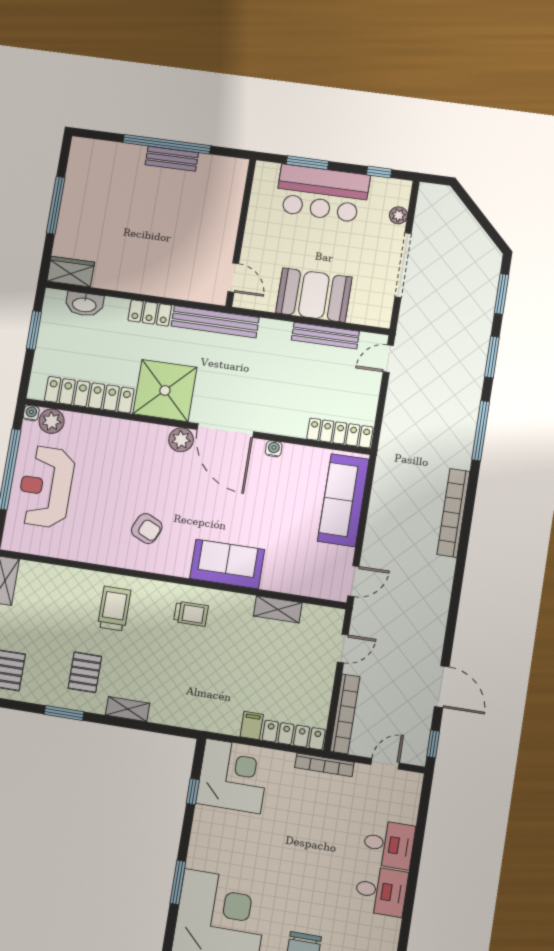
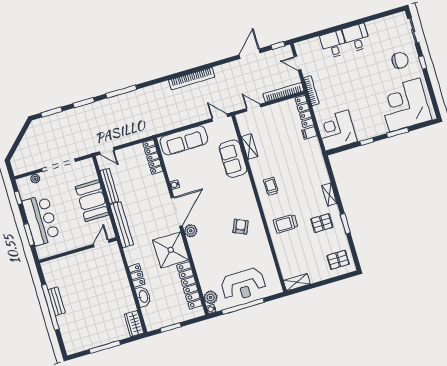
washbasin: (84, 304) -> (143, 297), moved
bench: (215, 322) -> (122, 225), moved
bookcase: (453, 513) -> (192, 79), moved
sofa: (227, 564) -> (233, 159), moved
window: (193, 791) -> (367, 142), moved

